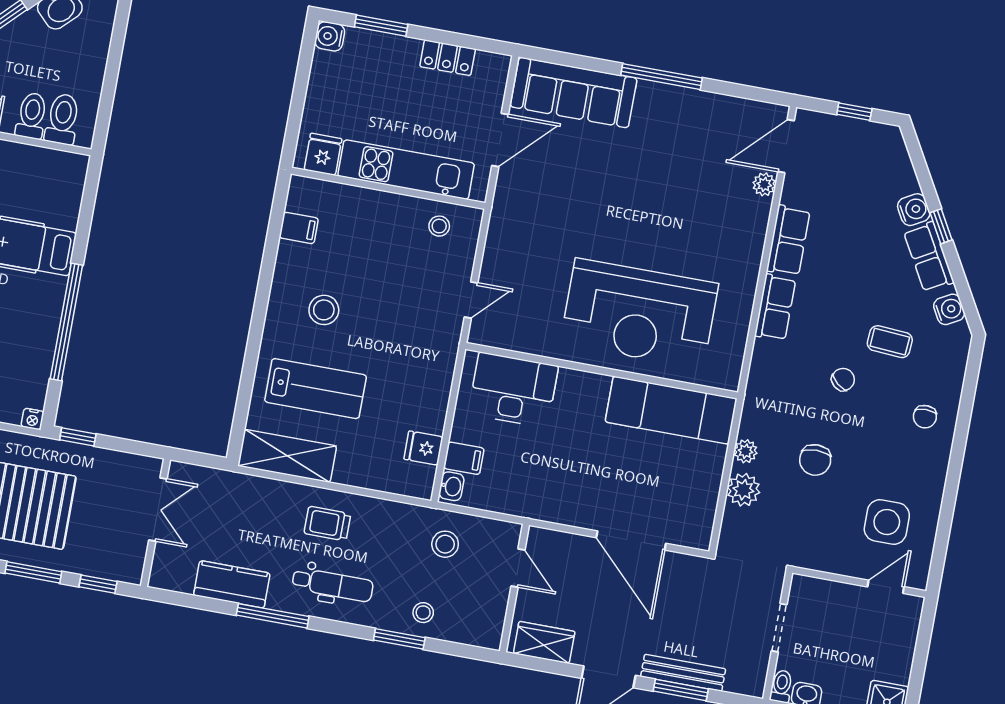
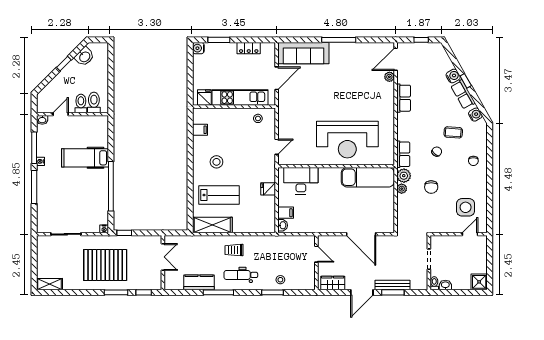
row of seats: (775, 307) -> (403, 154), moved
fridge: (423, 448) -> (268, 189), moved
plant: (743, 490) -> (404, 176), moved
stool: (445, 544) -> (284, 250), removed
dental chair: (333, 585) -> (241, 275), turned 180

